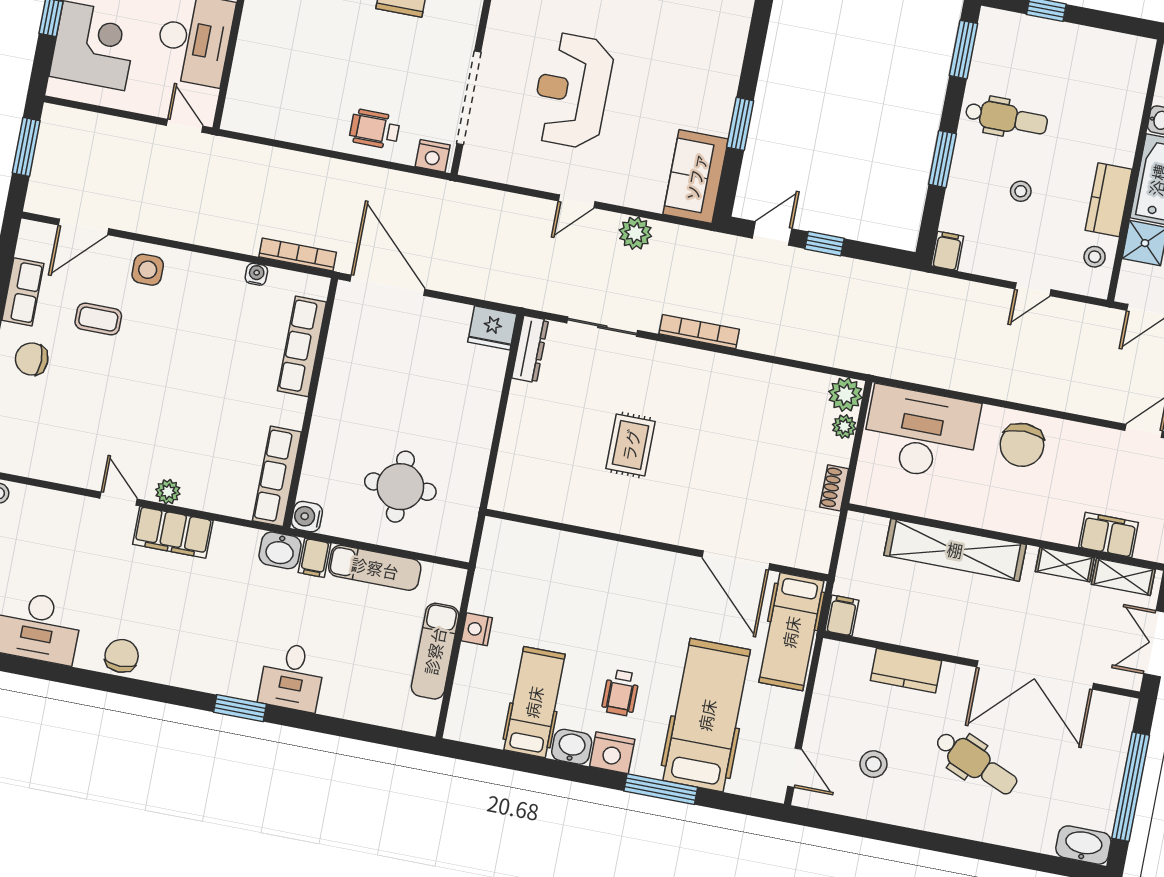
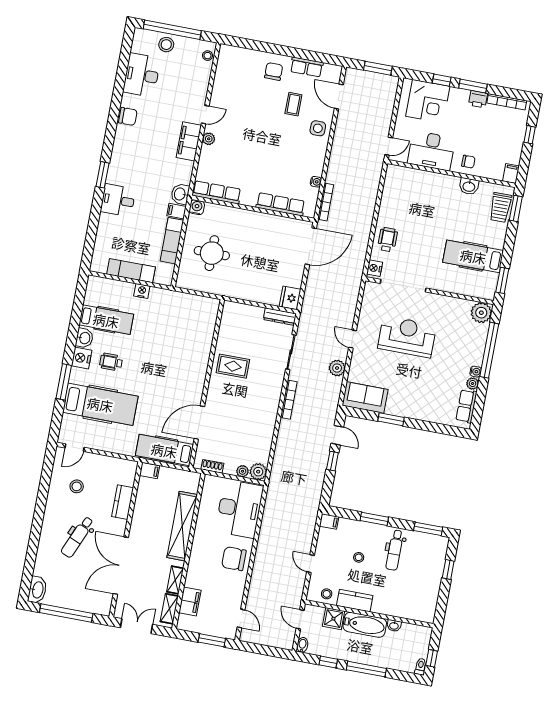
wall: (657, 545) -> (207, 384), moved
door: (736, 560) -> (199, 423), moved
hospital bed: (791, 632) -> (164, 450), moved

